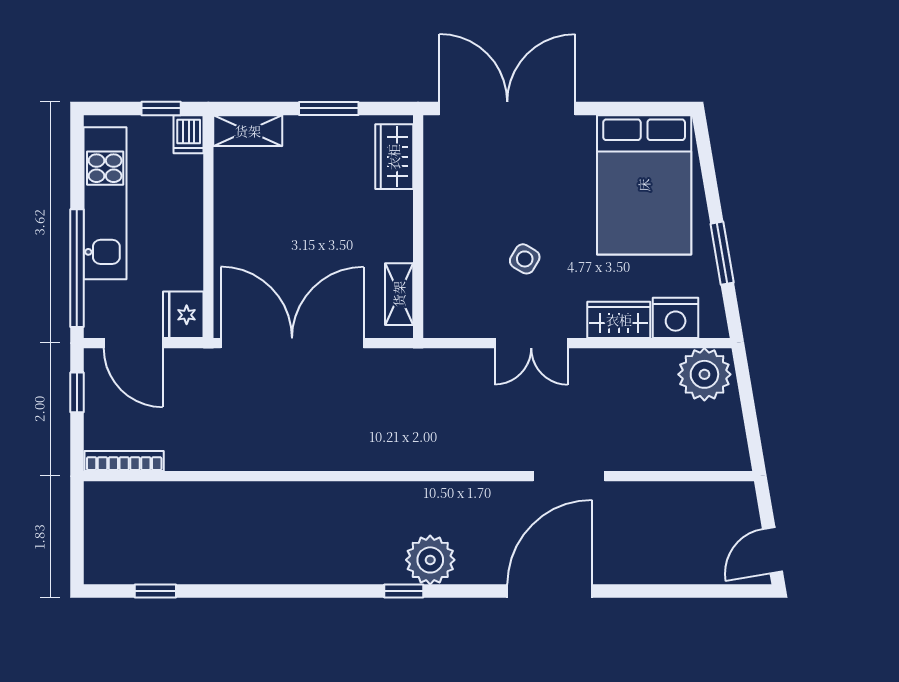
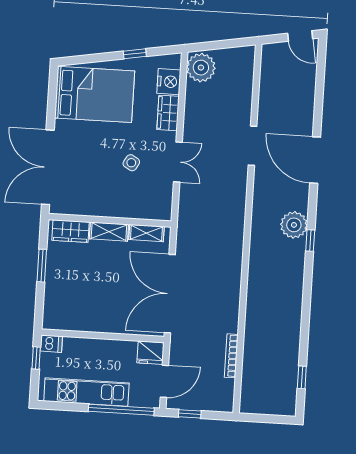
shelving: (248, 131) -> (109, 232), moved, turned 90
window: (722, 253) -> (135, 54), width x0.67
bookcase: (124, 461) -> (231, 356), moved

